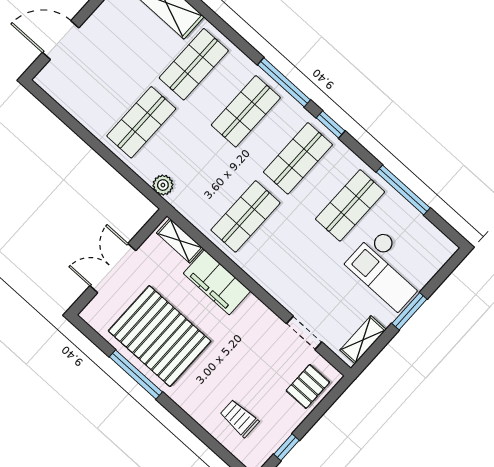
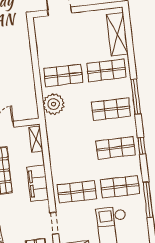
window: (284, 82) -> (136, 96), moved
plant: (163, 185) -> (54, 104), width x1.88, depth x1.88
shop shelf: (245, 216) -> (77, 192), moved
filing cabinet: (217, 282) -> (38, 183), moved

